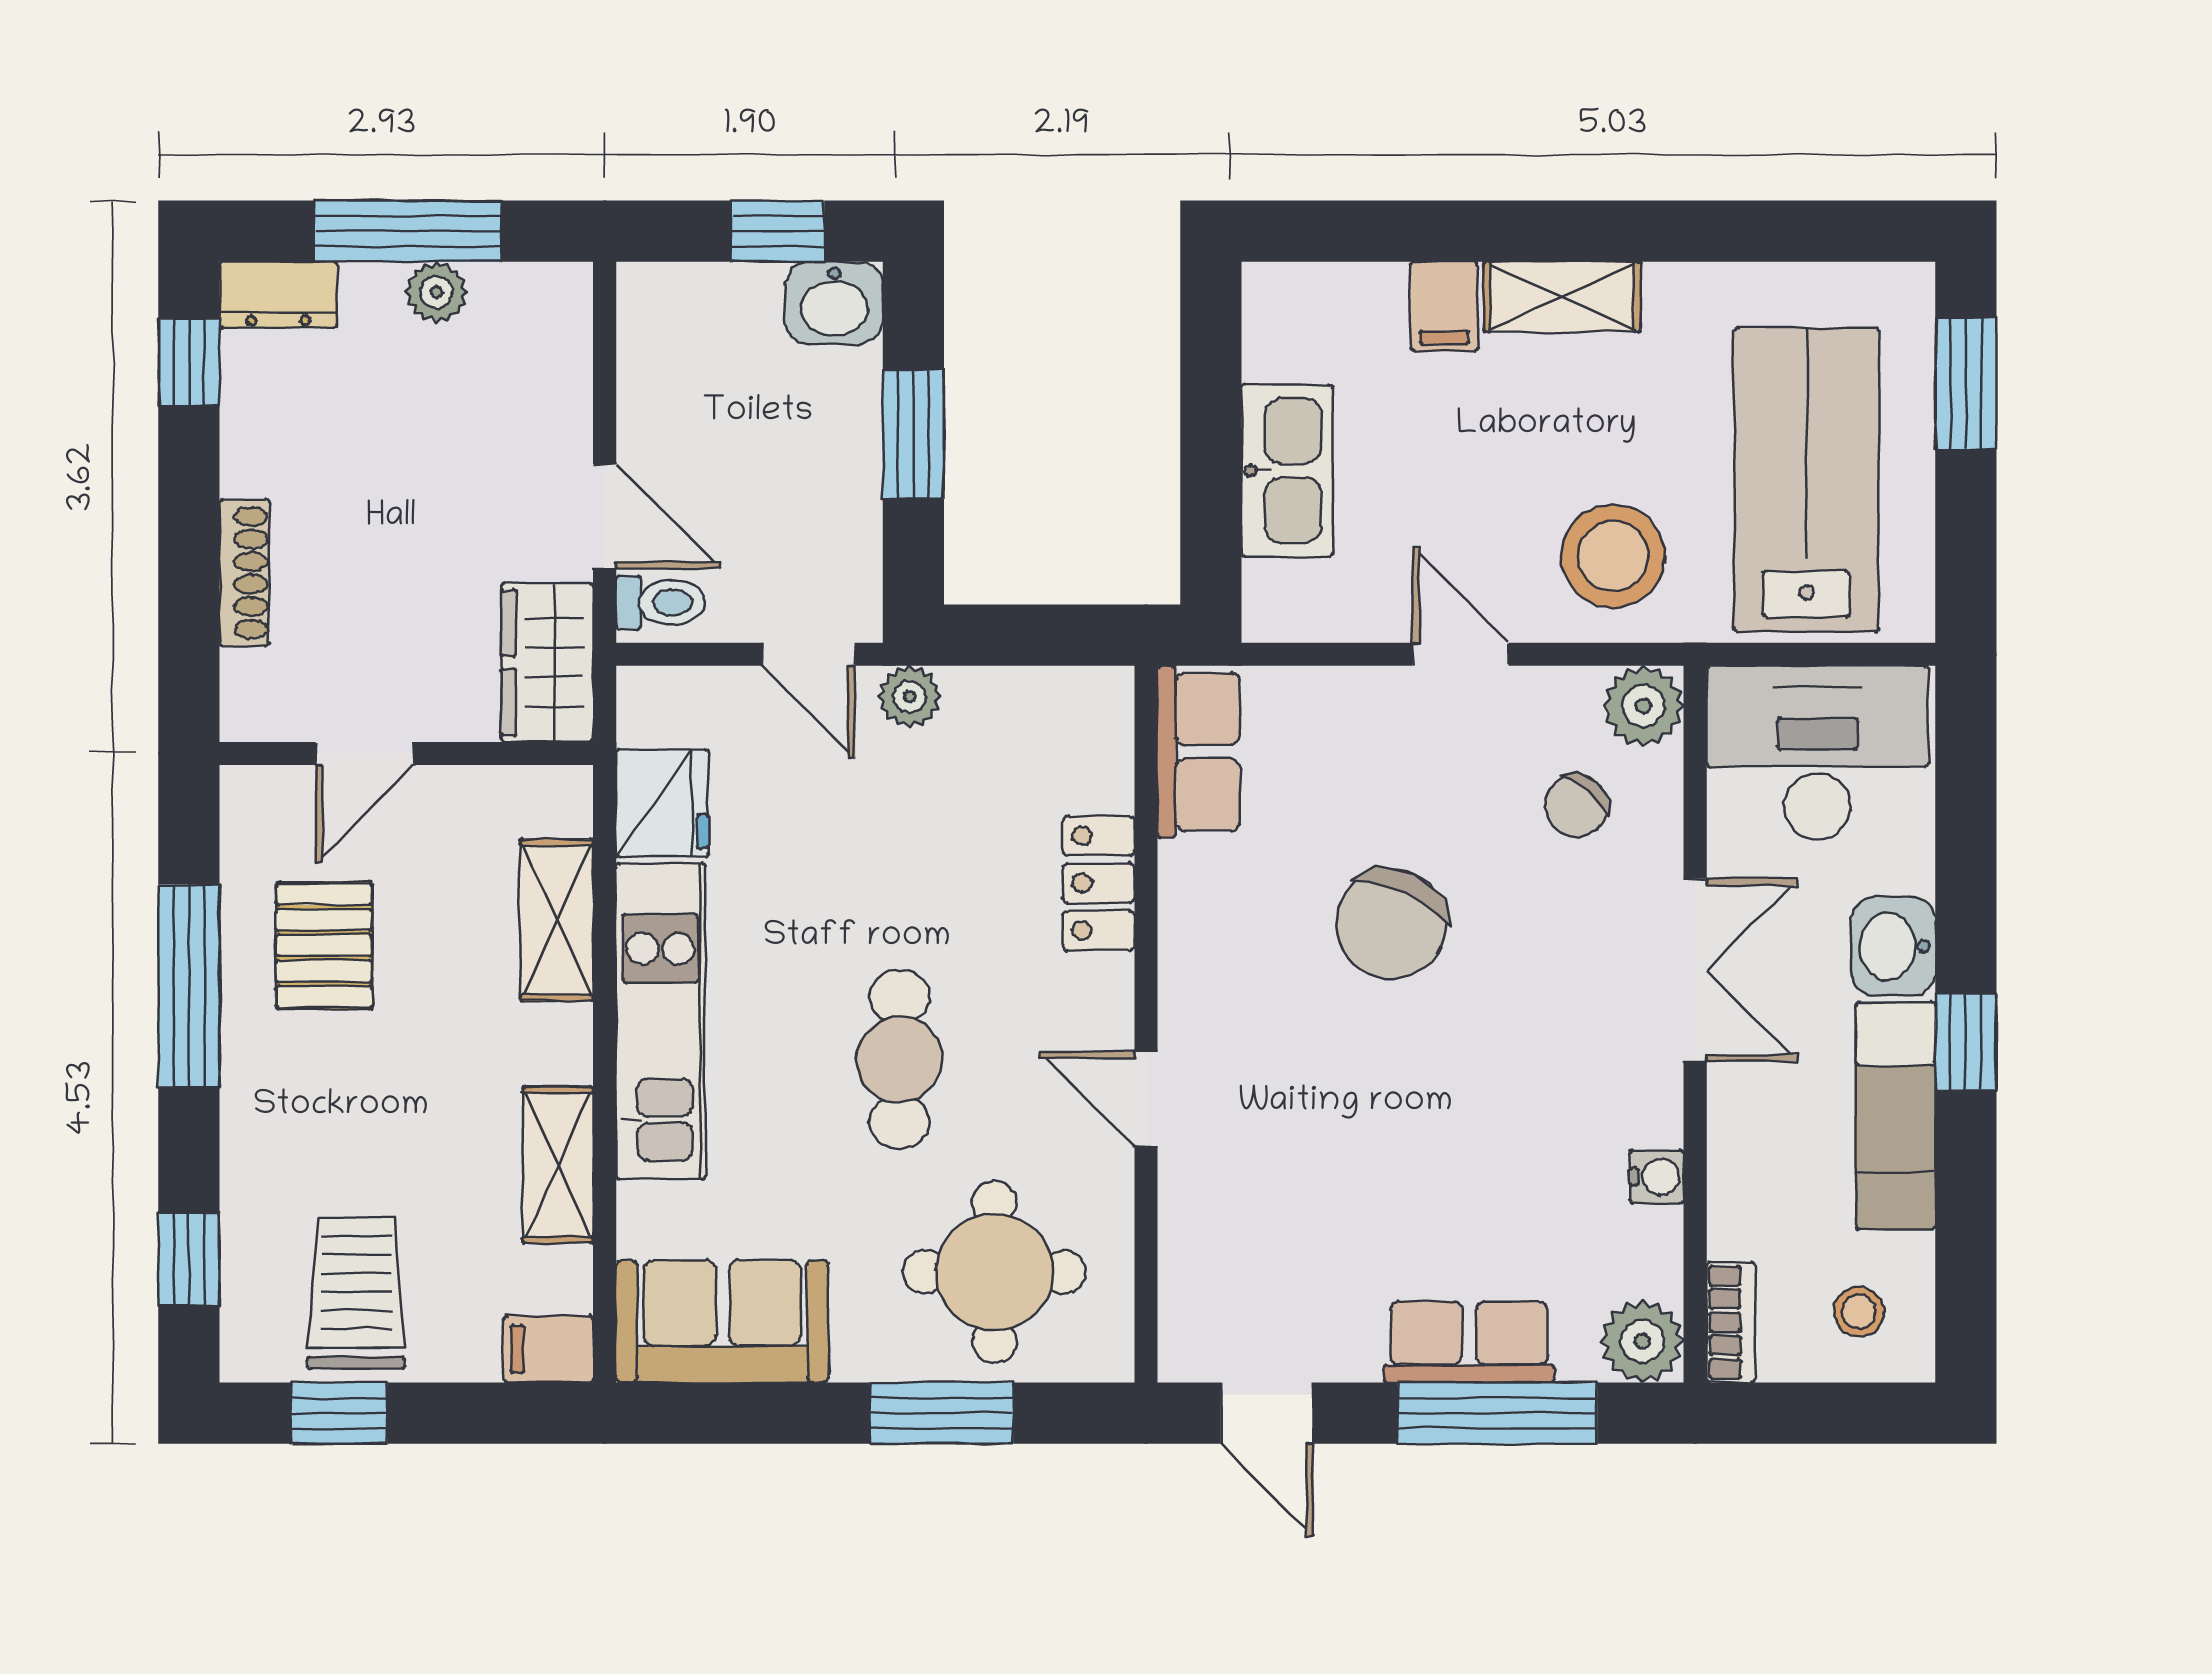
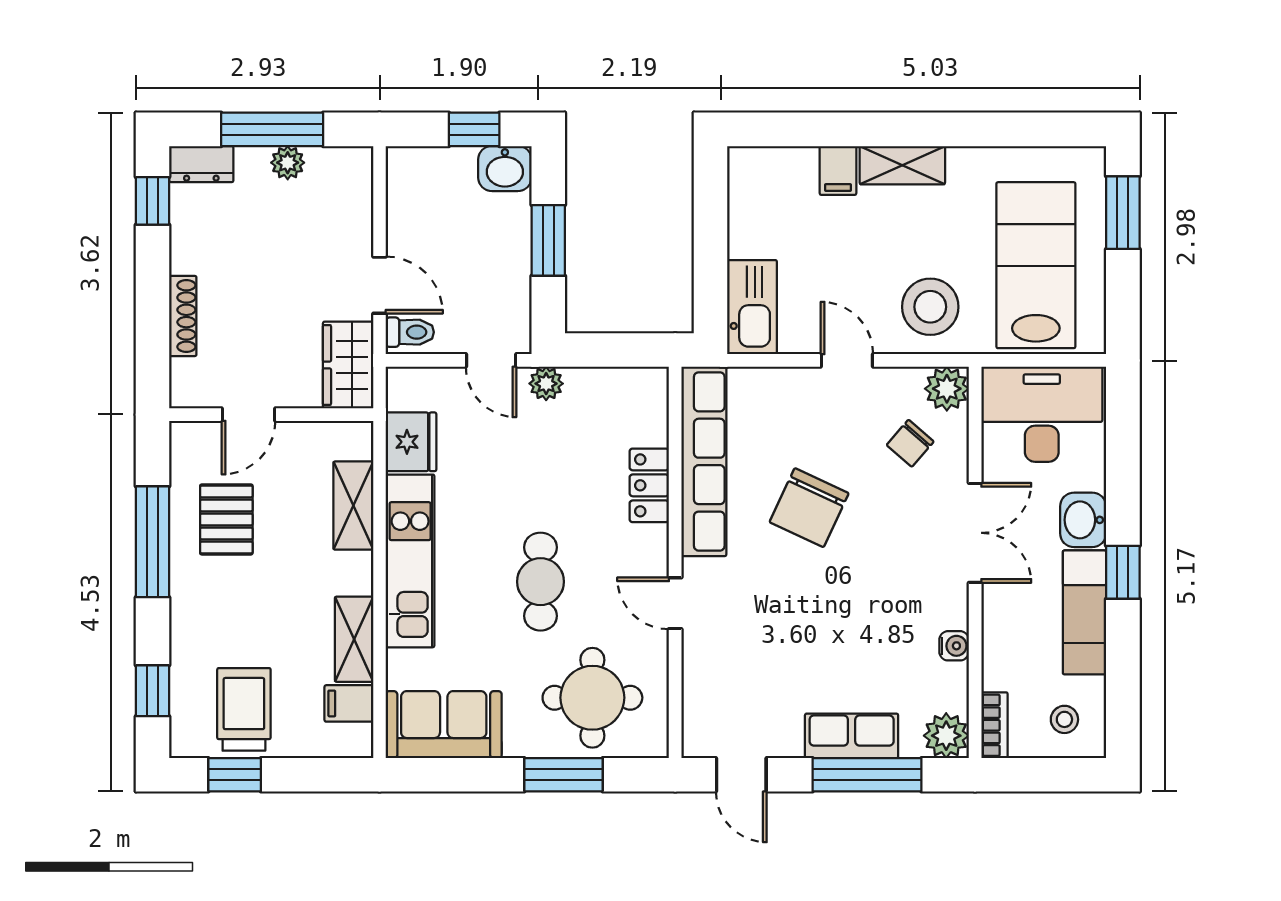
kitchen sink: (1287, 470) -> (752, 307), moved
row of seats: (1199, 752) -> (704, 461), width x2.02
filing cabinet: (548, 1349) -> (349, 703), moved

